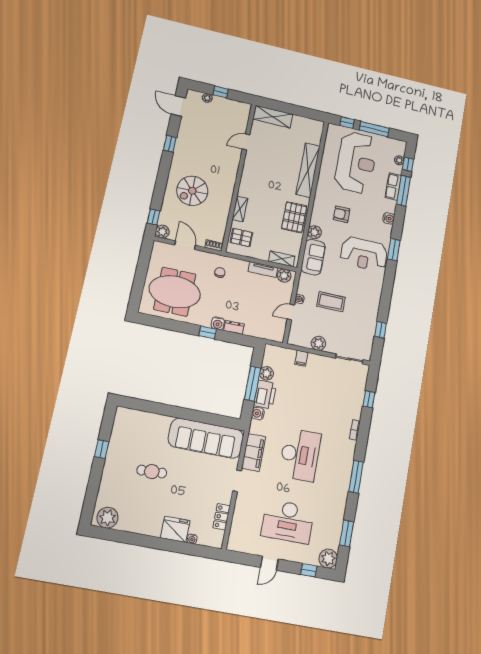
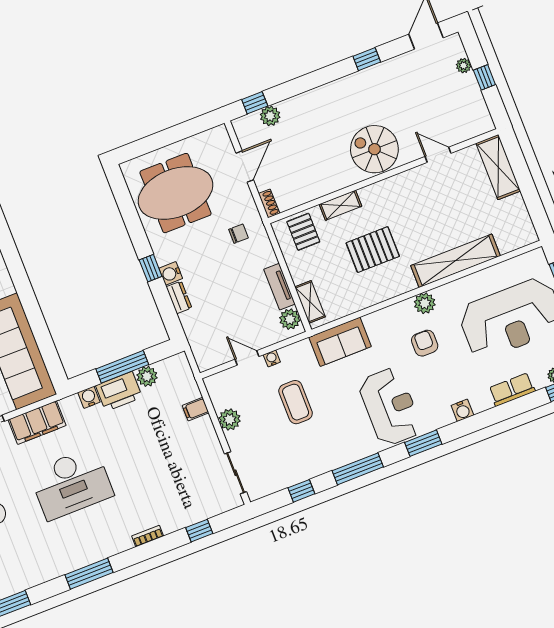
spiral stairs: (192, 191) -> (374, 149), moved
window: (404, 191) -> (358, 469), moved
pallet: (294, 217) -> (373, 250), moved
plant: (162, 232) -> (270, 116), moved
plant: (314, 232) -> (425, 303), moved
reception desk: (364, 254) -> (390, 407), turned 180
meeting table: (175, 292) -> (176, 193), turned 90

